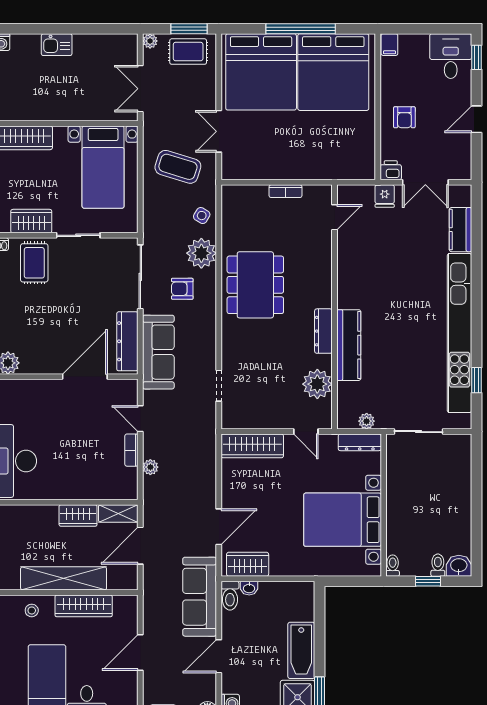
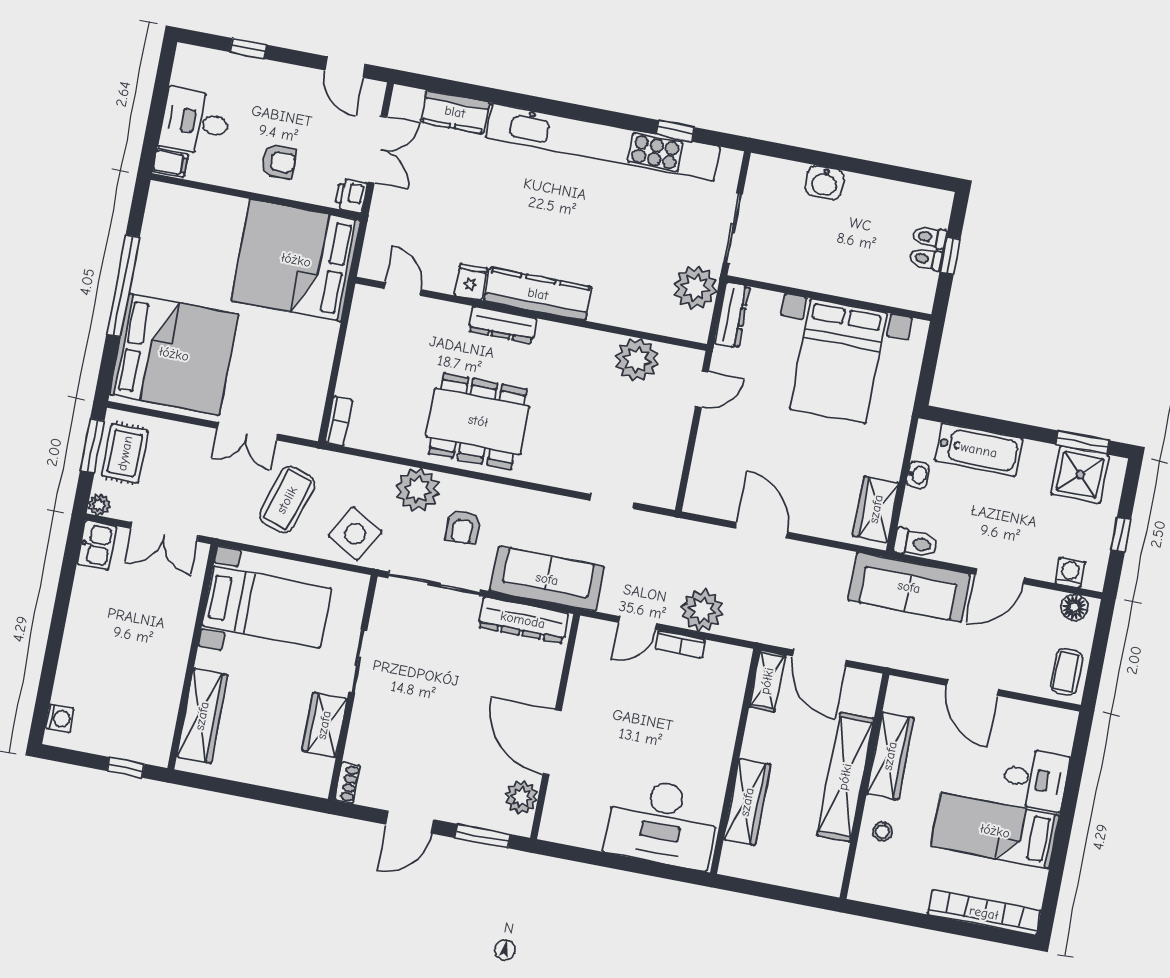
kitchen sink: (57, 45) -> (97, 545), moved
desk: (451, 56) -> (195, 122), moved
window: (476, 57) -> (248, 48), moved
bed: (333, 72) -> (296, 260), moved, turned 180
door: (476, 119) -> (345, 67), moved
bookcase: (286, 191) -> (339, 421), moved
fridge: (385, 196) -> (471, 282), moved, turned -90
side table: (202, 216) -> (355, 534), moved, width x1.87, depth x1.87
rug: (34, 263) -> (385, 732), removed
dresser: (323, 331) -> (503, 325), moved
kitchen counter: (349, 345) -> (538, 294), moved
door: (85, 377) -> (552, 742), moved
plant: (367, 421) -> (695, 287), width x1.87, depth x1.87
wardrobe: (252, 446) -> (708, 470), removed
plant: (150, 467) -> (702, 610), width x1.87, depth x1.87
wardrobe: (78, 516) -> (747, 802), moved, width x1.50
door: (219, 527) -> (761, 530), moved
toilet: (393, 566) -> (926, 259), moved
washbasin: (459, 566) -> (824, 182), moved, turned -90
washbasin: (249, 588) -> (918, 475), moved
bathtub: (301, 650) -> (979, 450), moved
door: (219, 656) -> (1000, 576), hinge flipped

